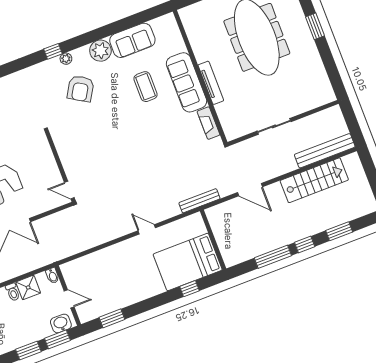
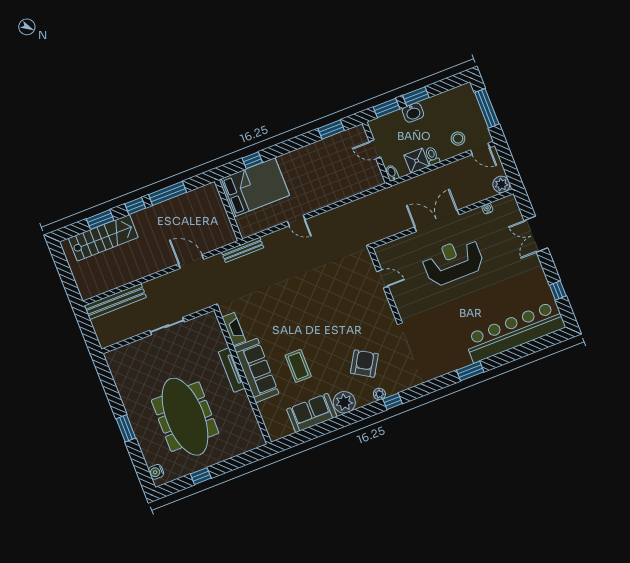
stairs: (314, 180) -> (103, 238), moved, turned 180
door: (69, 190) -> (382, 279), moved
washbasin: (61, 323) -> (413, 113), moved

